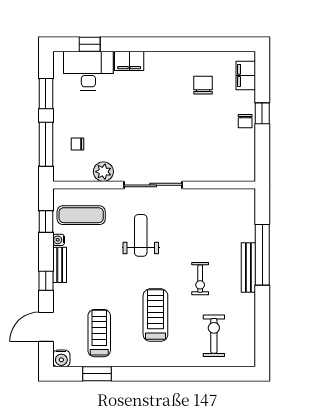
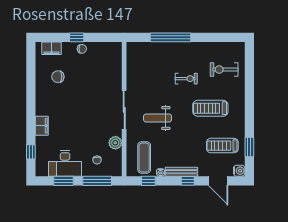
desk: (88, 71) -> (65, 163), moved, turned -90
bench: (60, 265) -> (181, 172), width x1.36
bench: (248, 267) -> (179, 47), removed

